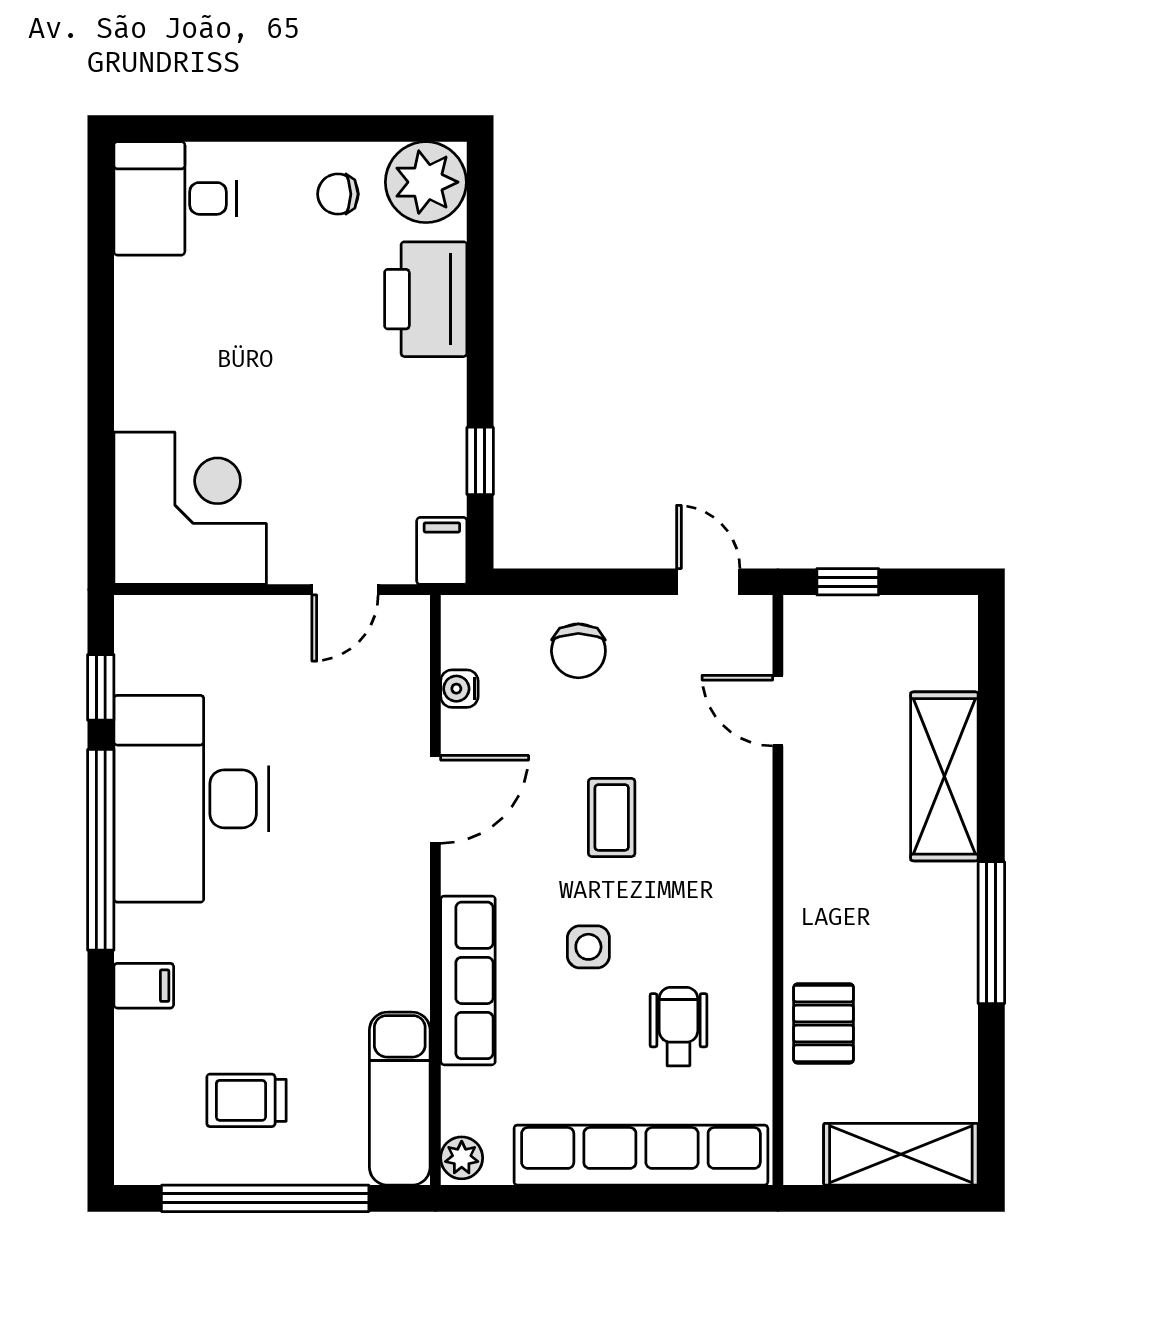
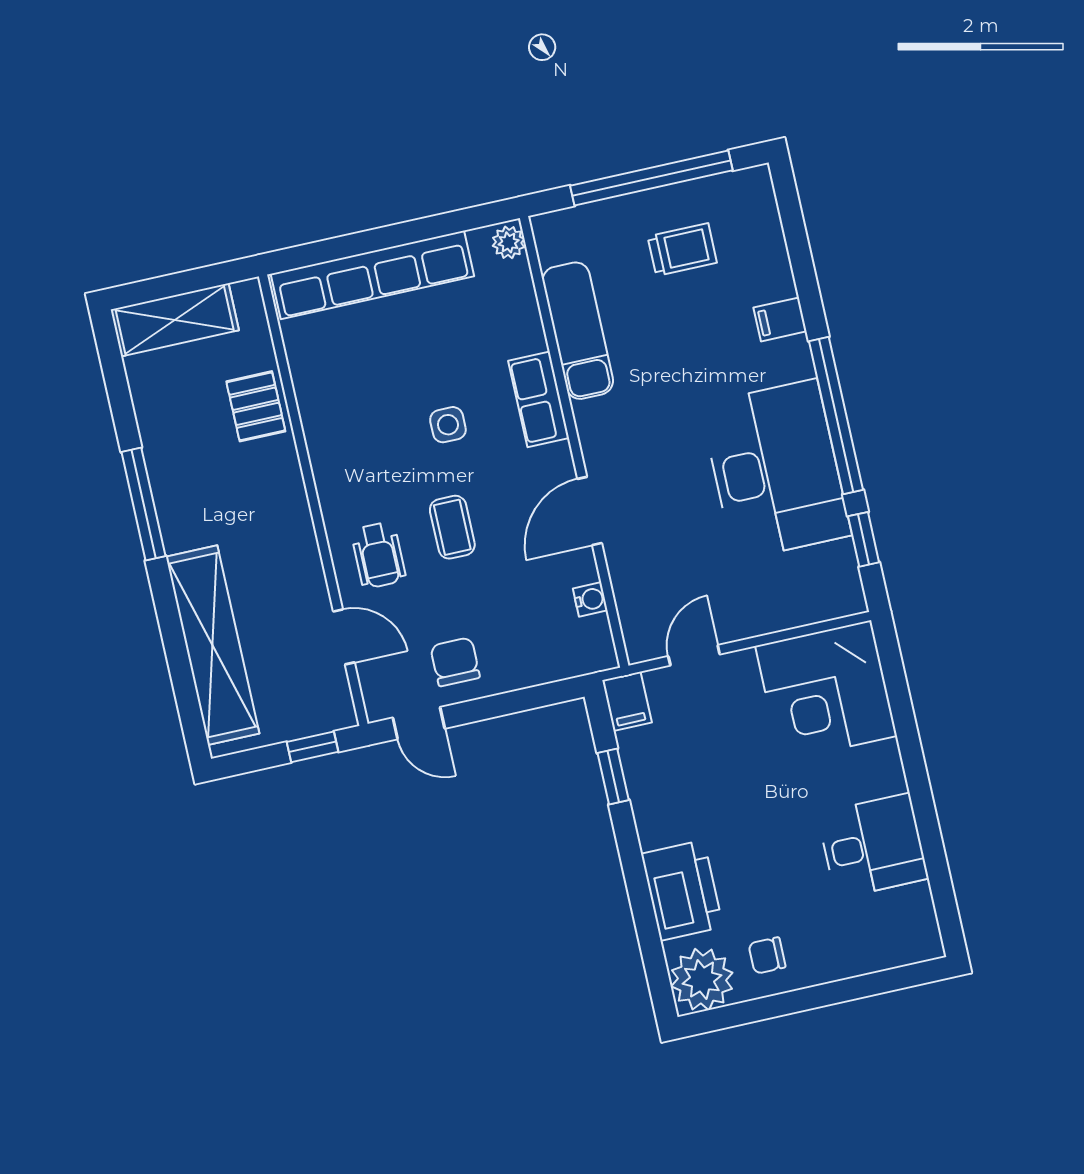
chair: (338, 194) -> (767, 955), turned 180
desk: (175, 198) -> (873, 846), moved
chair: (578, 651) -> (455, 662), moved
shelving: (944, 776) -> (212, 645), width x1.47
row of seats: (468, 980) -> (539, 399), width x0.68
wheelchair: (678, 1027) -> (378, 555), moved
exam couch: (400, 1099) -> (578, 331), moved

